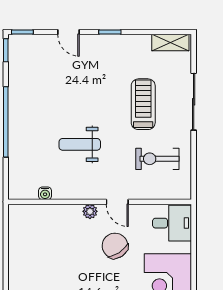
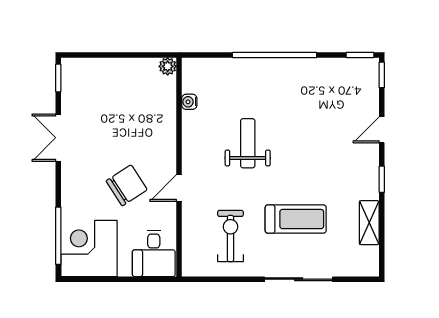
shelving: (170, 43) -> (369, 223), moved
plant: (90, 211) -> (168, 66), moved

